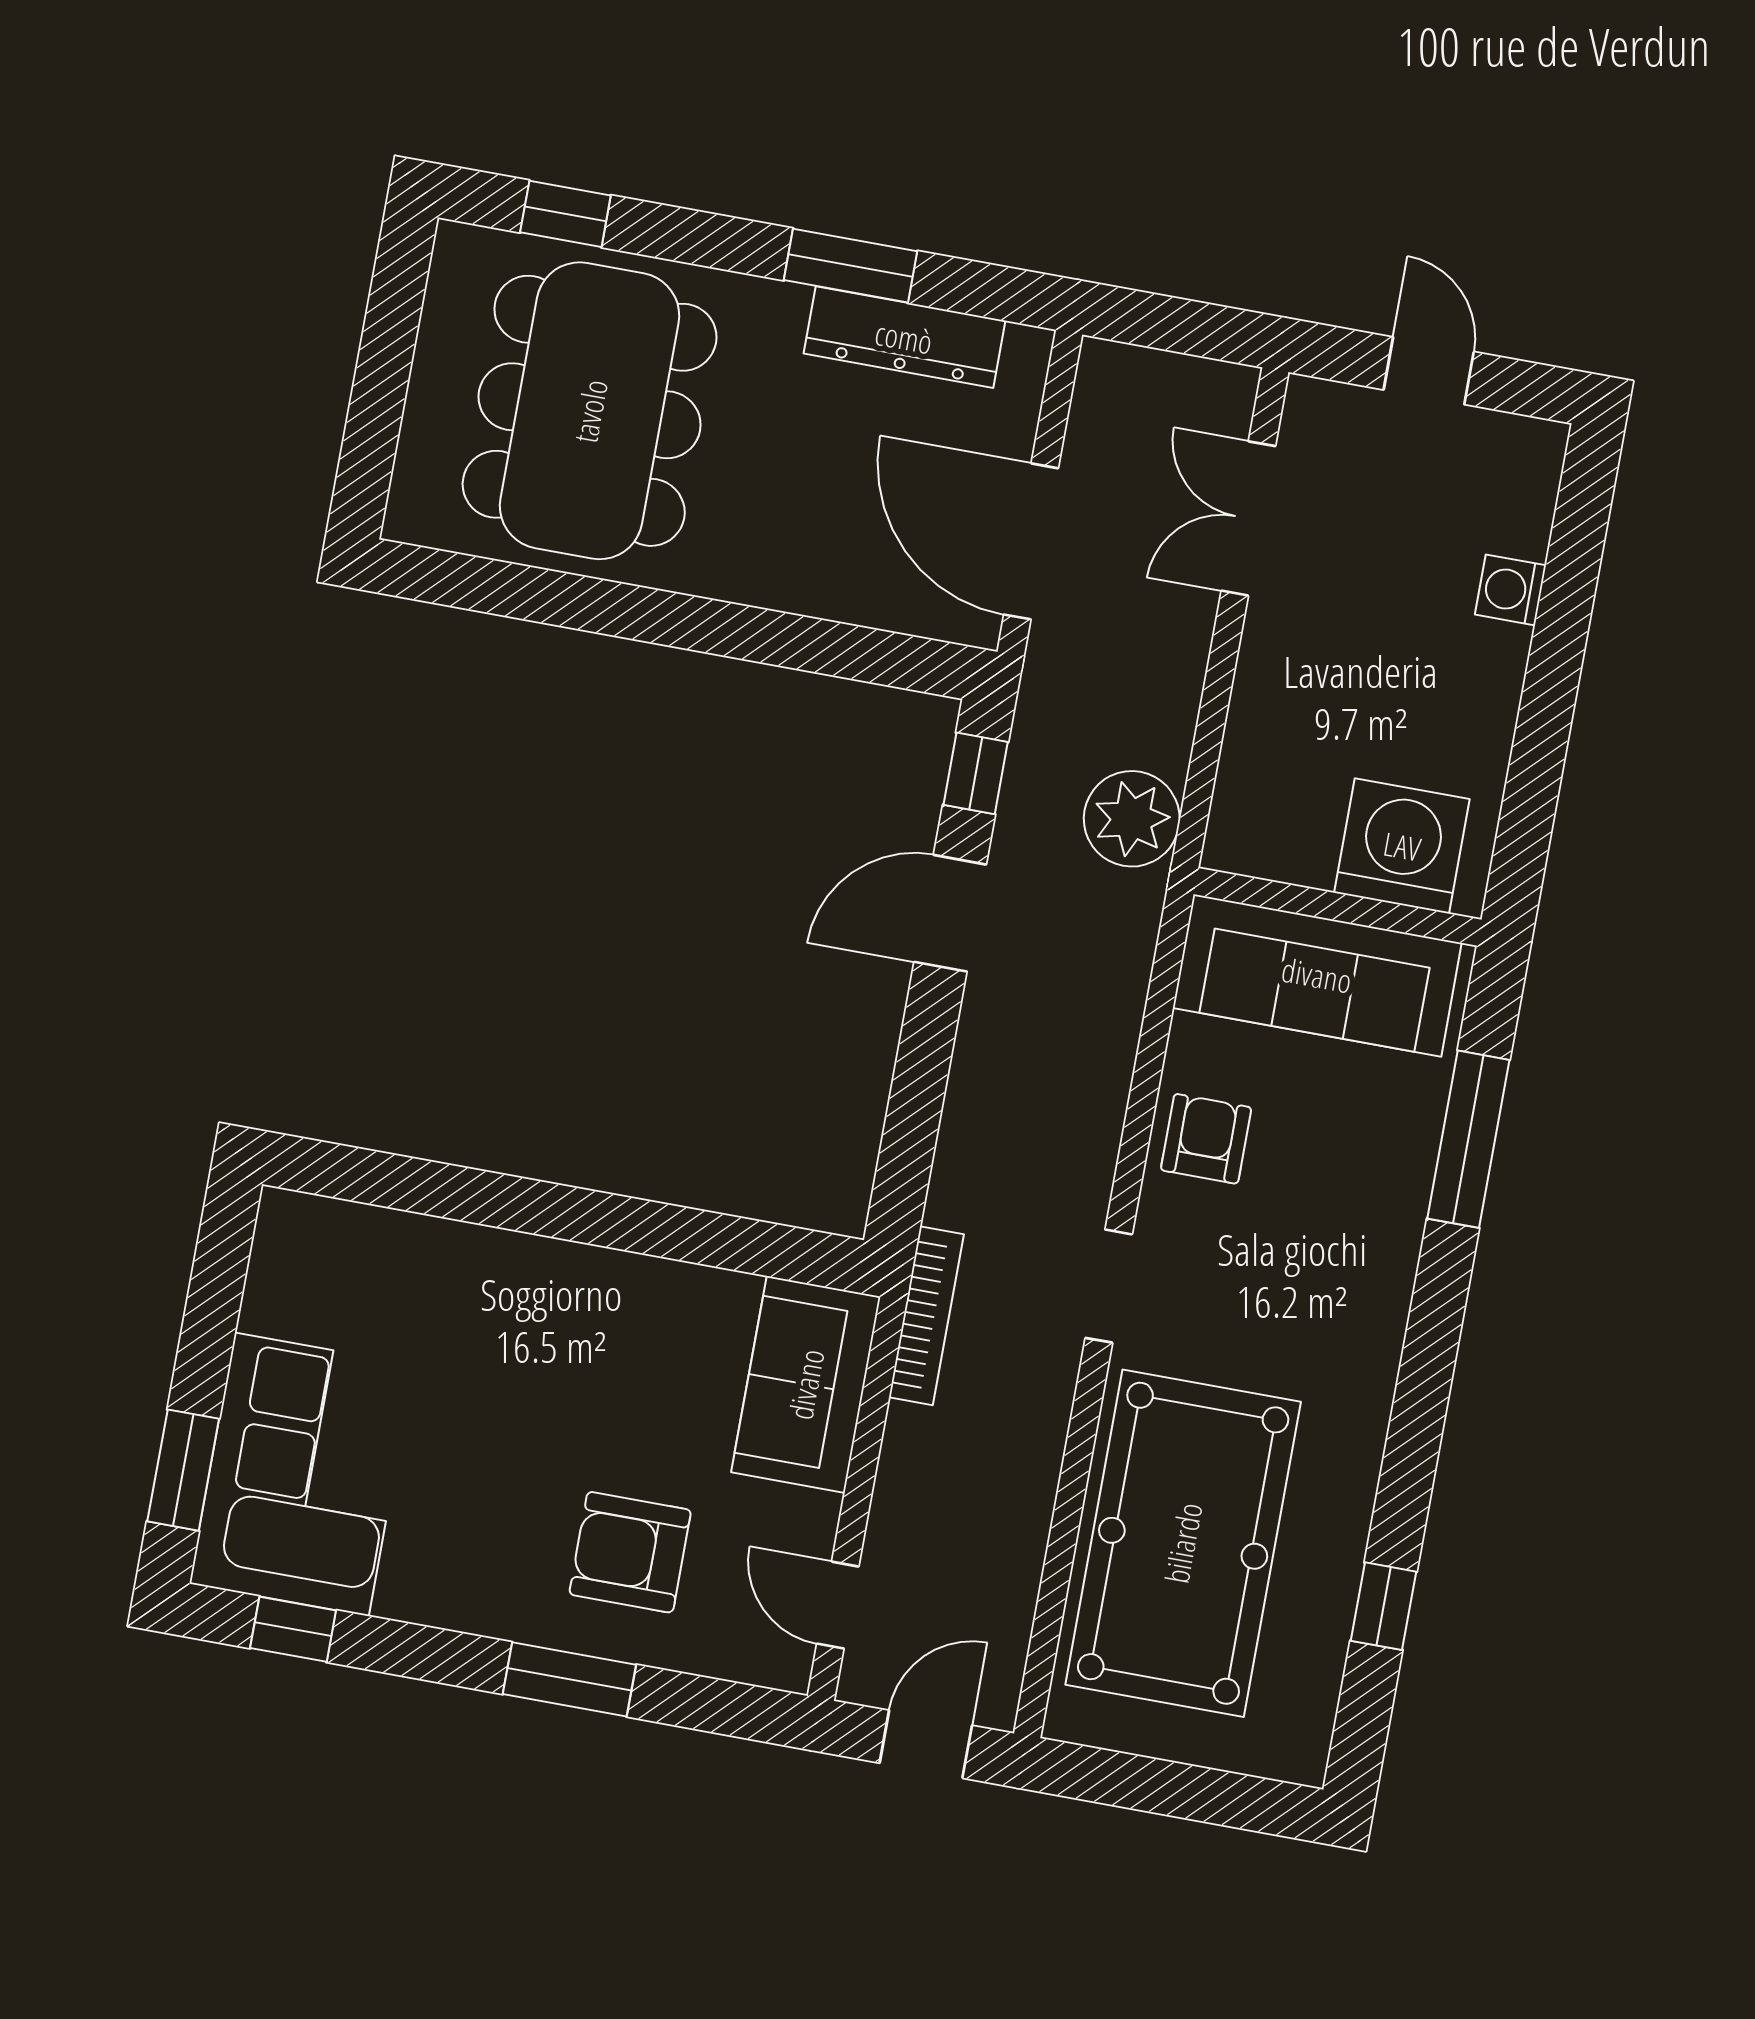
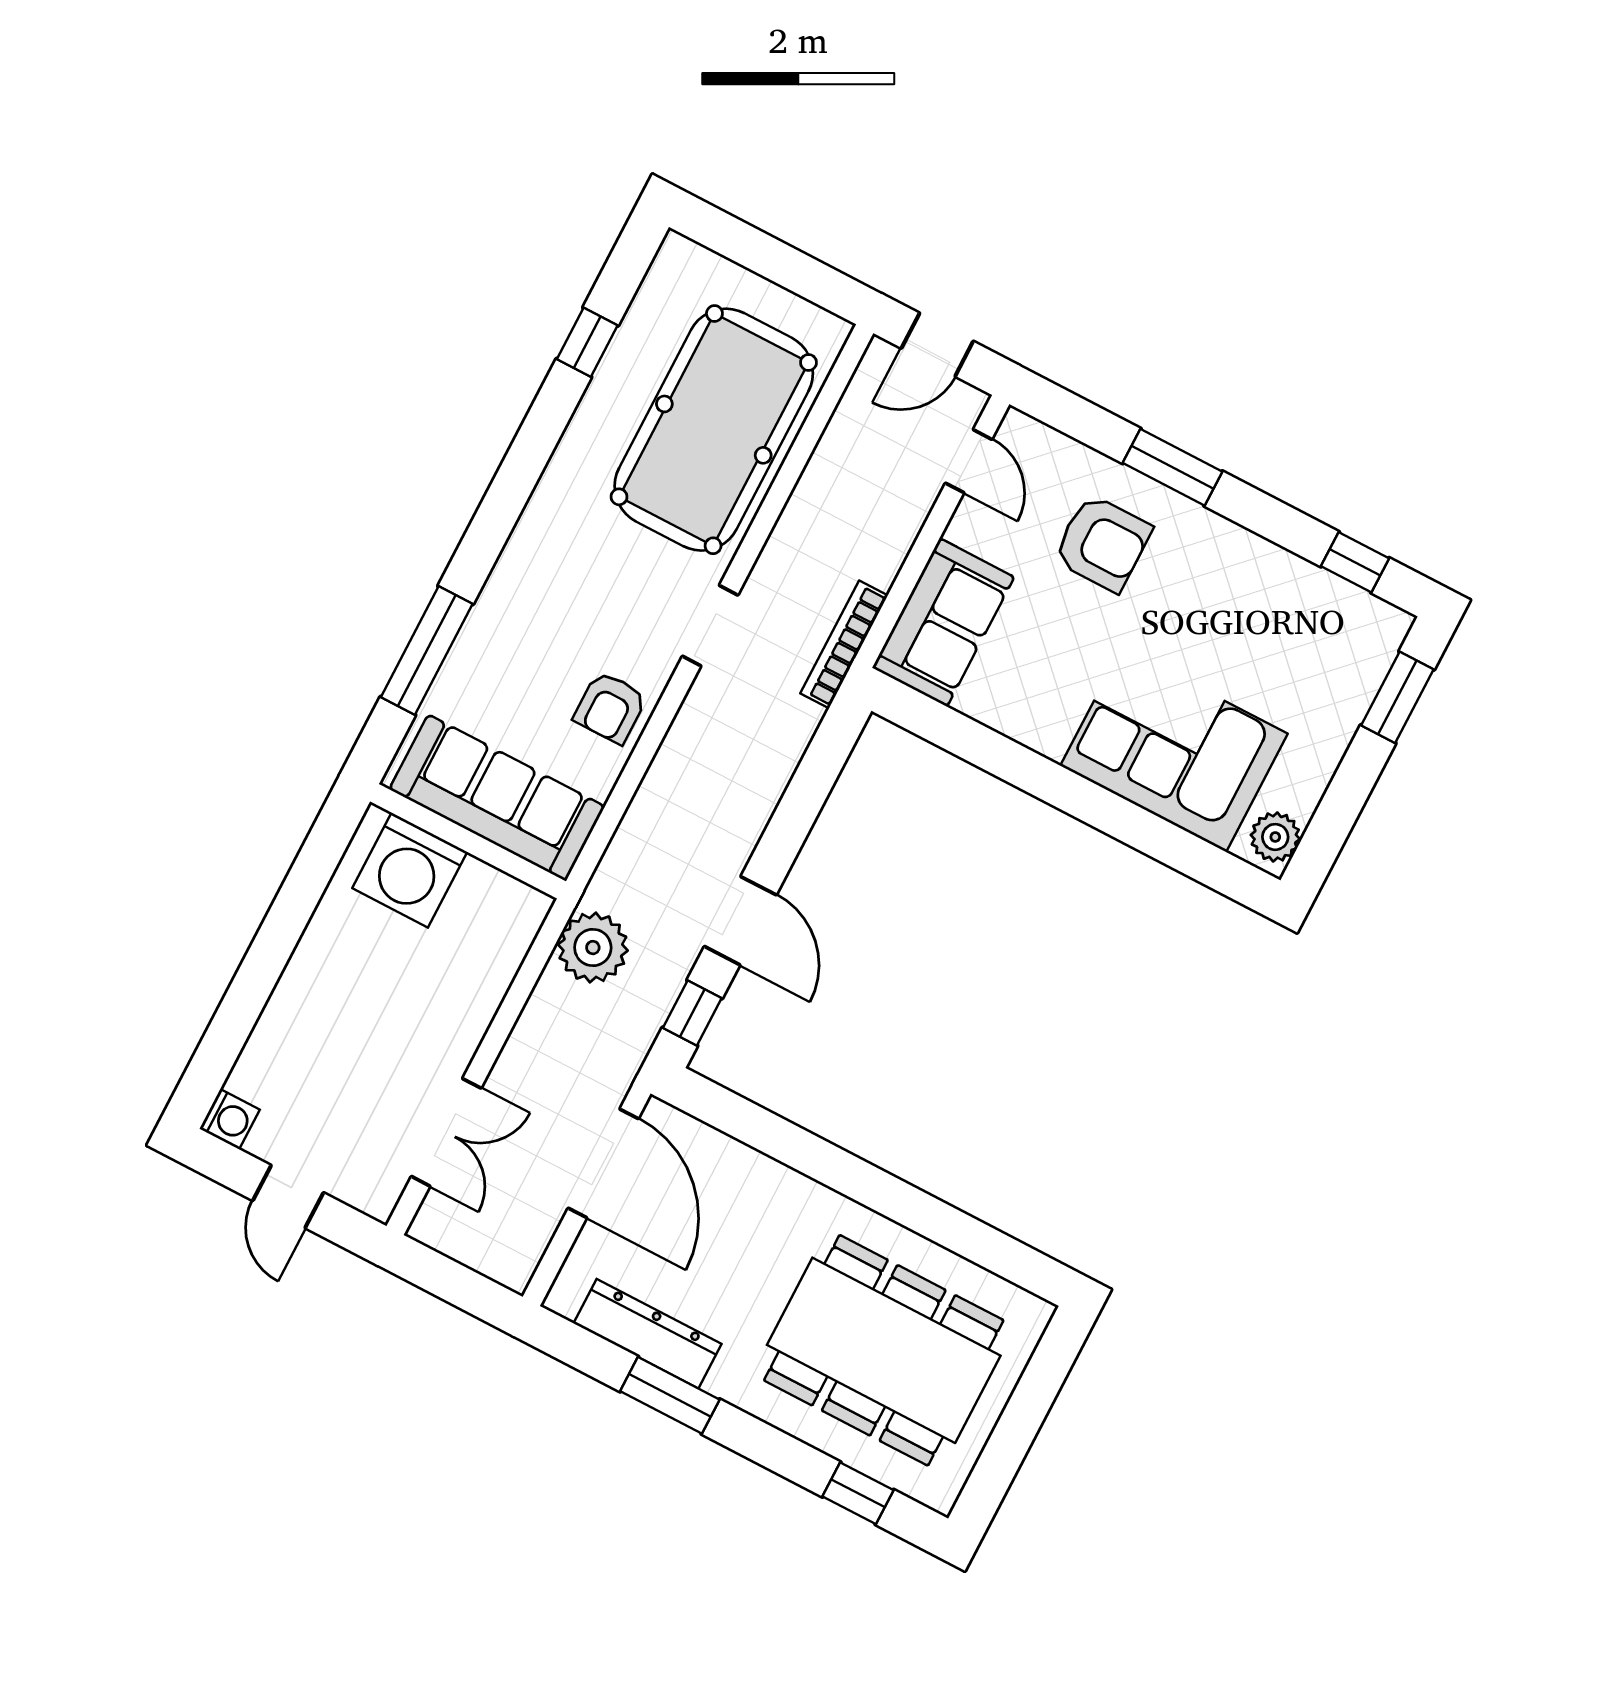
dining table: (590, 411) -> (884, 1350), turned 90
washing machine: (1510, 590) -> (230, 1119), moved
door: (950, 913) -> (740, 921), hinge flipped
plant: (286, 1239) -> (1275, 837), added
corner sofa: (302, 1474) -> (1174, 750), moved, turned 90

